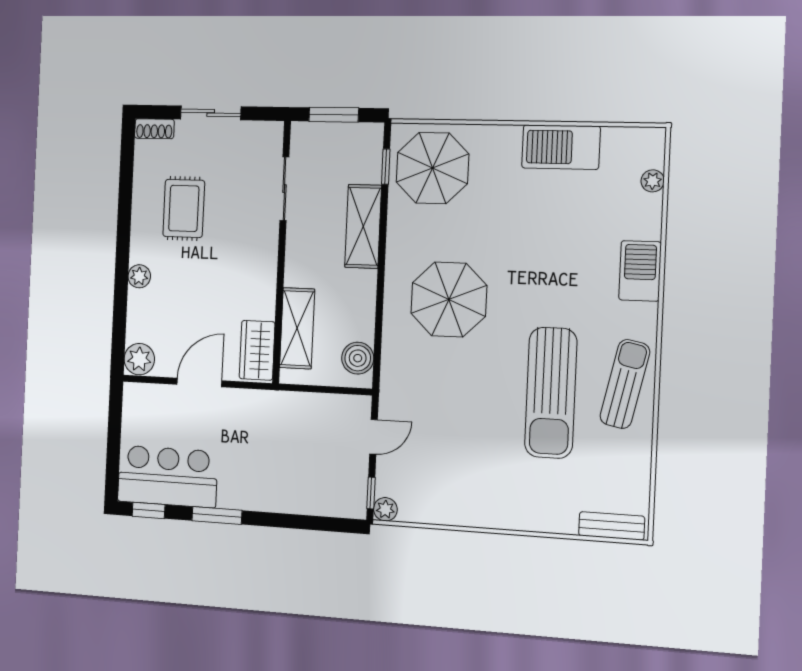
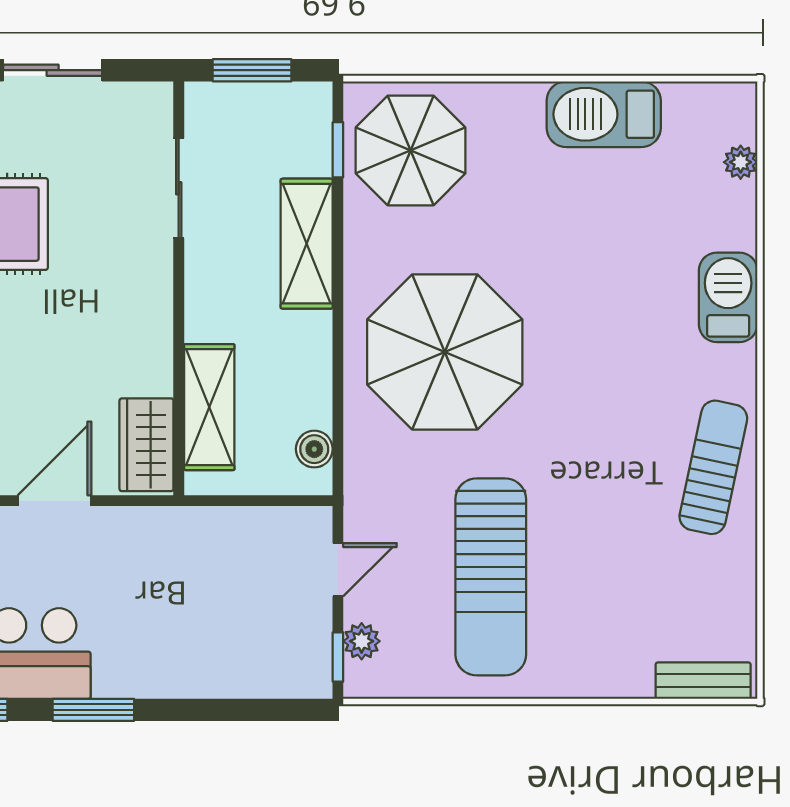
parasol: (449, 300) -> (445, 352), width x1.36, depth x1.36
boiler: (358, 358) -> (314, 449), width x0.73, depth x0.73
sun lounger: (551, 393) -> (491, 577), moved
plant: (385, 509) -> (362, 641), moved

